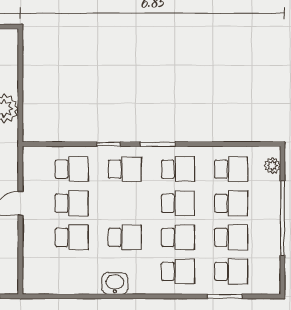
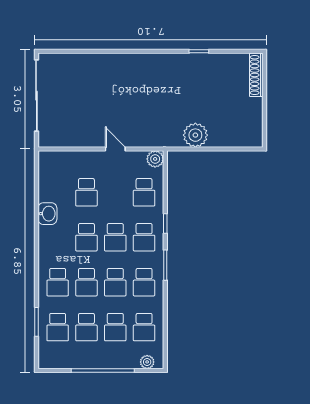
plant: (32, 156) -> (155, 159), added
school desk: (72, 203) -> (115, 237), moved
washbasin: (115, 283) -> (47, 214), moved

